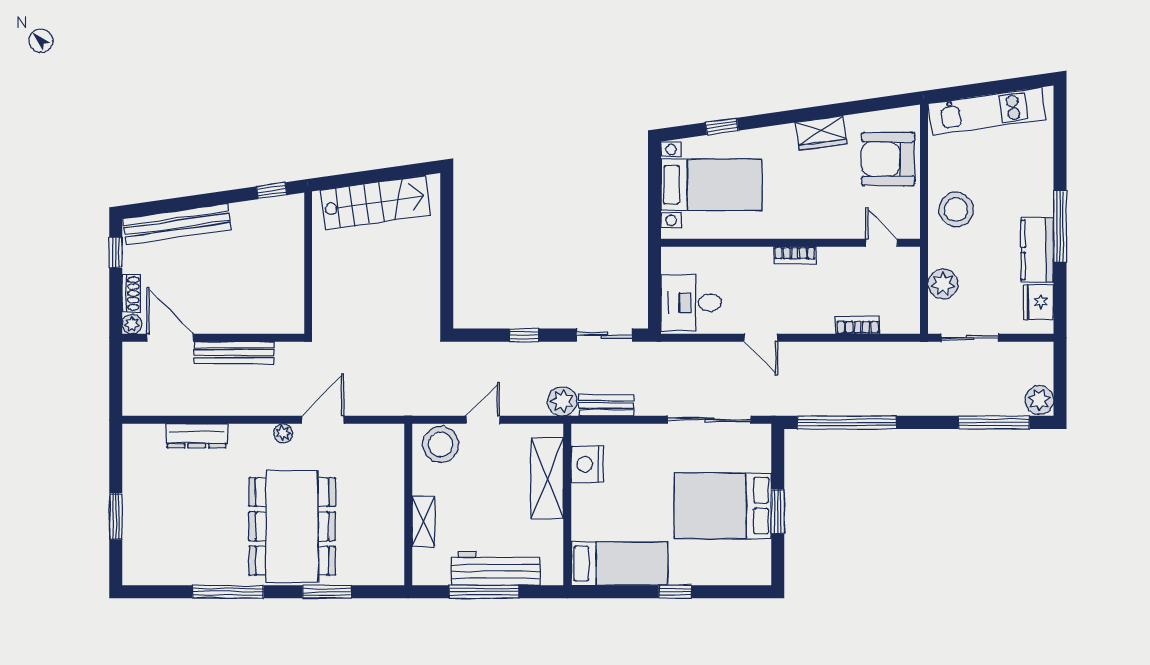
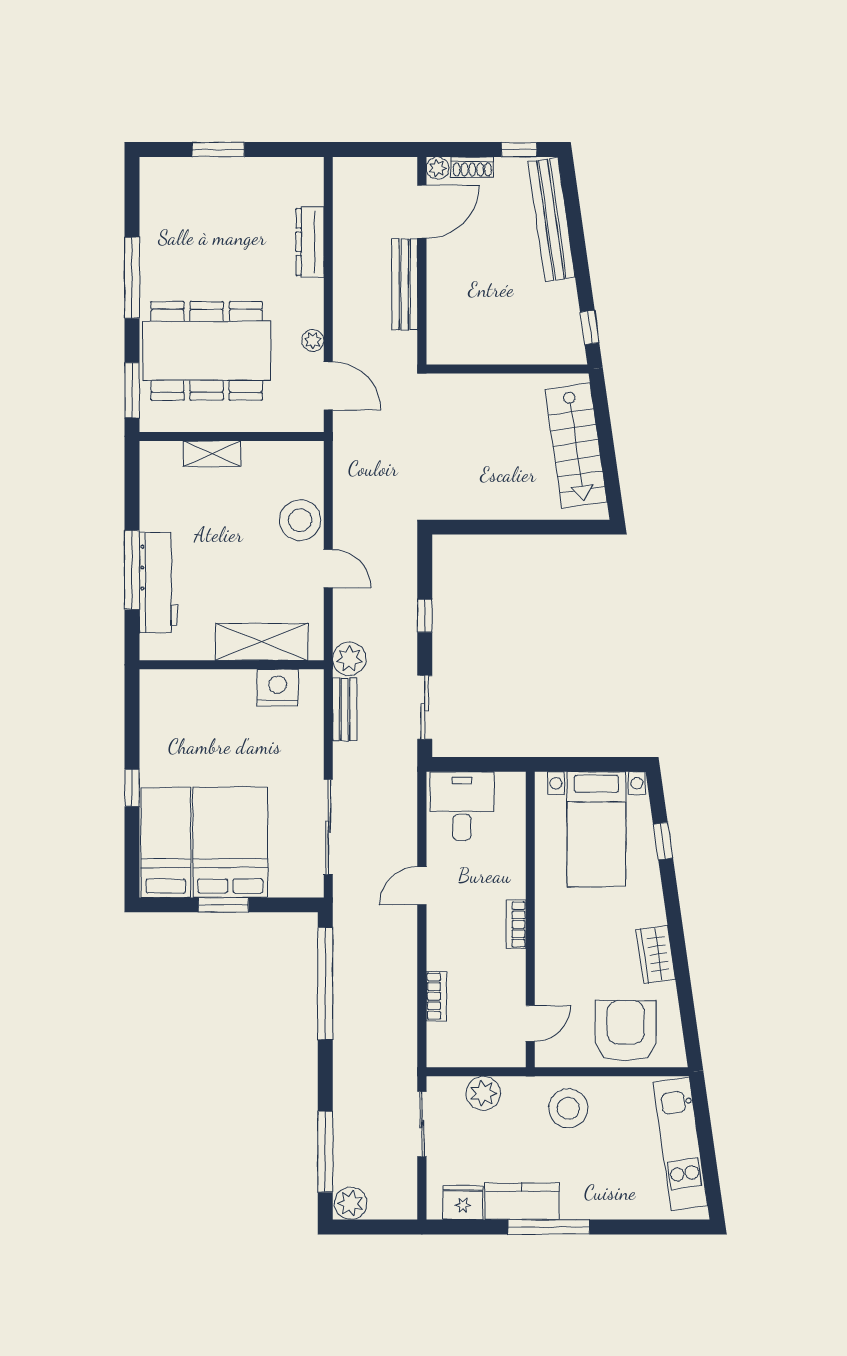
wall: (408, 504) -> (232, 436), moved
shelving: (423, 522) -> (212, 454), moved
bed: (619, 564) -> (166, 842), moved, turned 180

